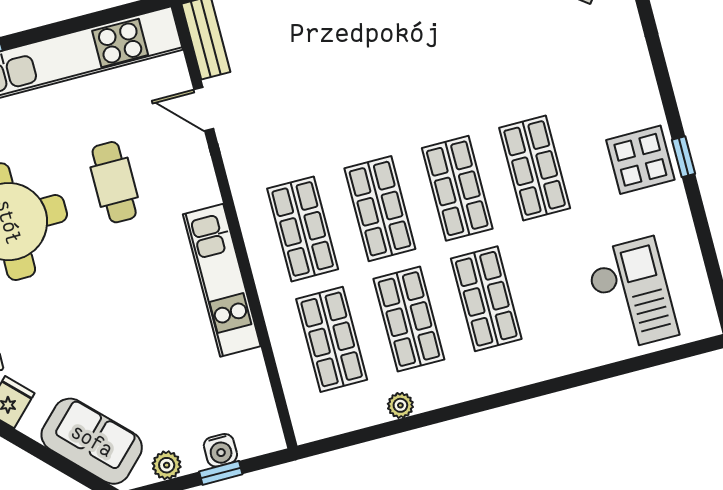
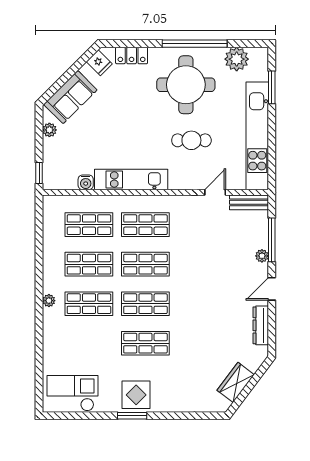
window: (683, 157) -> (132, 416), width x1.50
checkout: (632, 294) -> (72, 393), moved, turned 180
plant: (400, 405) -> (49, 301), moved
water cooler: (220, 450) -> (86, 182), moved, turned -90
window: (221, 473) -> (39, 173), moved

